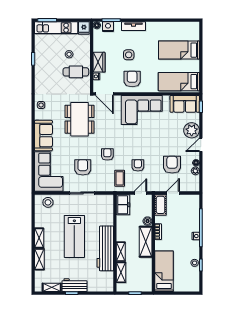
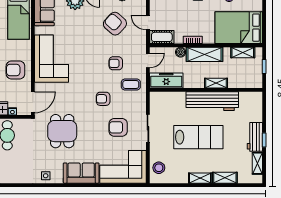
dining table: (80, 119) -> (62, 131), width x0.73
armchair: (172, 165) -> (115, 24), turned 42
door: (140, 193) -> (148, 60), swing flipped
freezer: (123, 205) -> (166, 80), width x1.40
bed: (164, 271) -> (239, 28), width x1.50
shelving: (121, 272) -> (243, 52), moved

